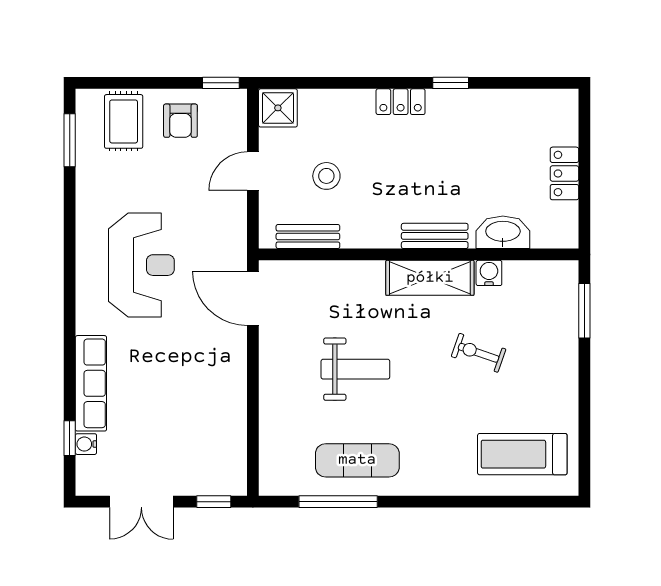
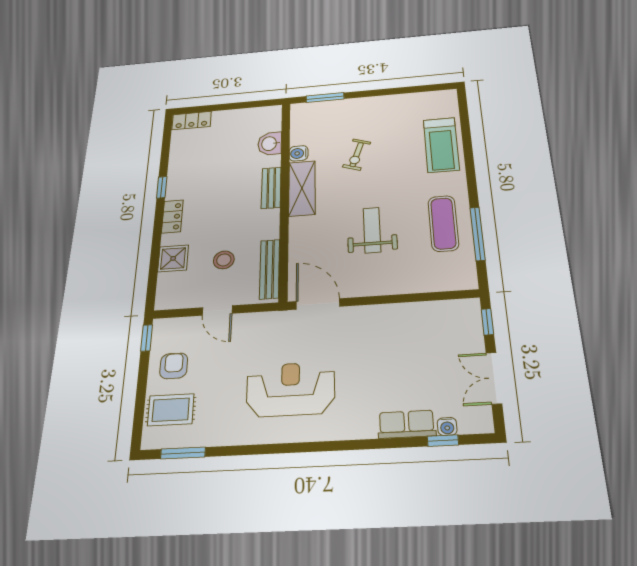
shower: (278, 108) -> (173, 258), moved
armchair: (180, 121) -> (174, 366), turned -90
locker: (564, 173) -> (192, 121), moved
washbasin: (503, 232) -> (270, 144), width x0.72
bench: (308, 236) -> (270, 269), width x1.36
door: (253, 298) -> (318, 304), swing flipped
row of seats: (91, 383) -> (407, 424), width x0.68
treadmill: (522, 454) -> (441, 145), moved
double door: (141, 502) -> (494, 378), swing flipped

